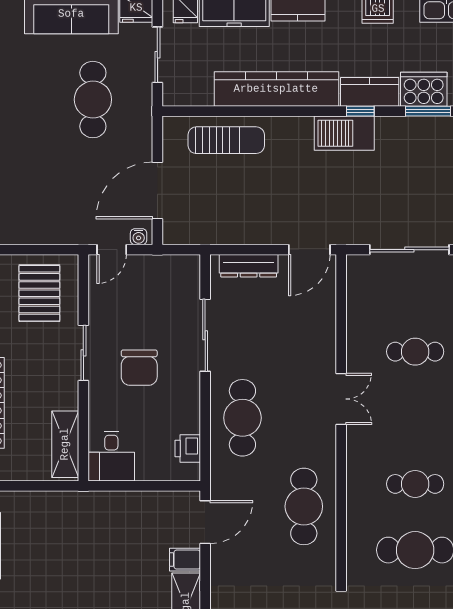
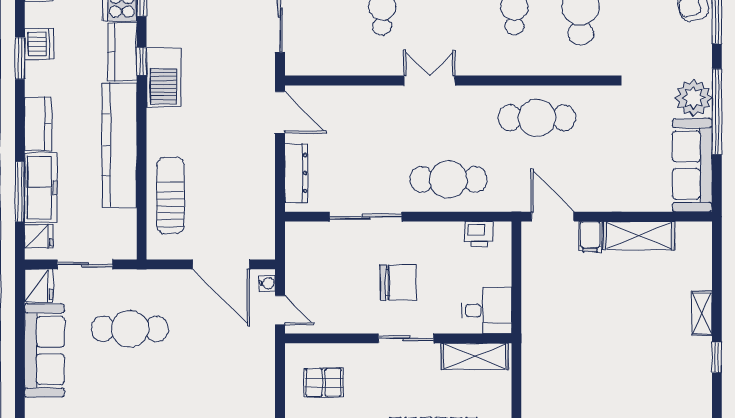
pallet: (39, 293) -> (324, 382), width x0.67, depth x0.71
sliding door: (83, 353) -> (406, 338), moved

